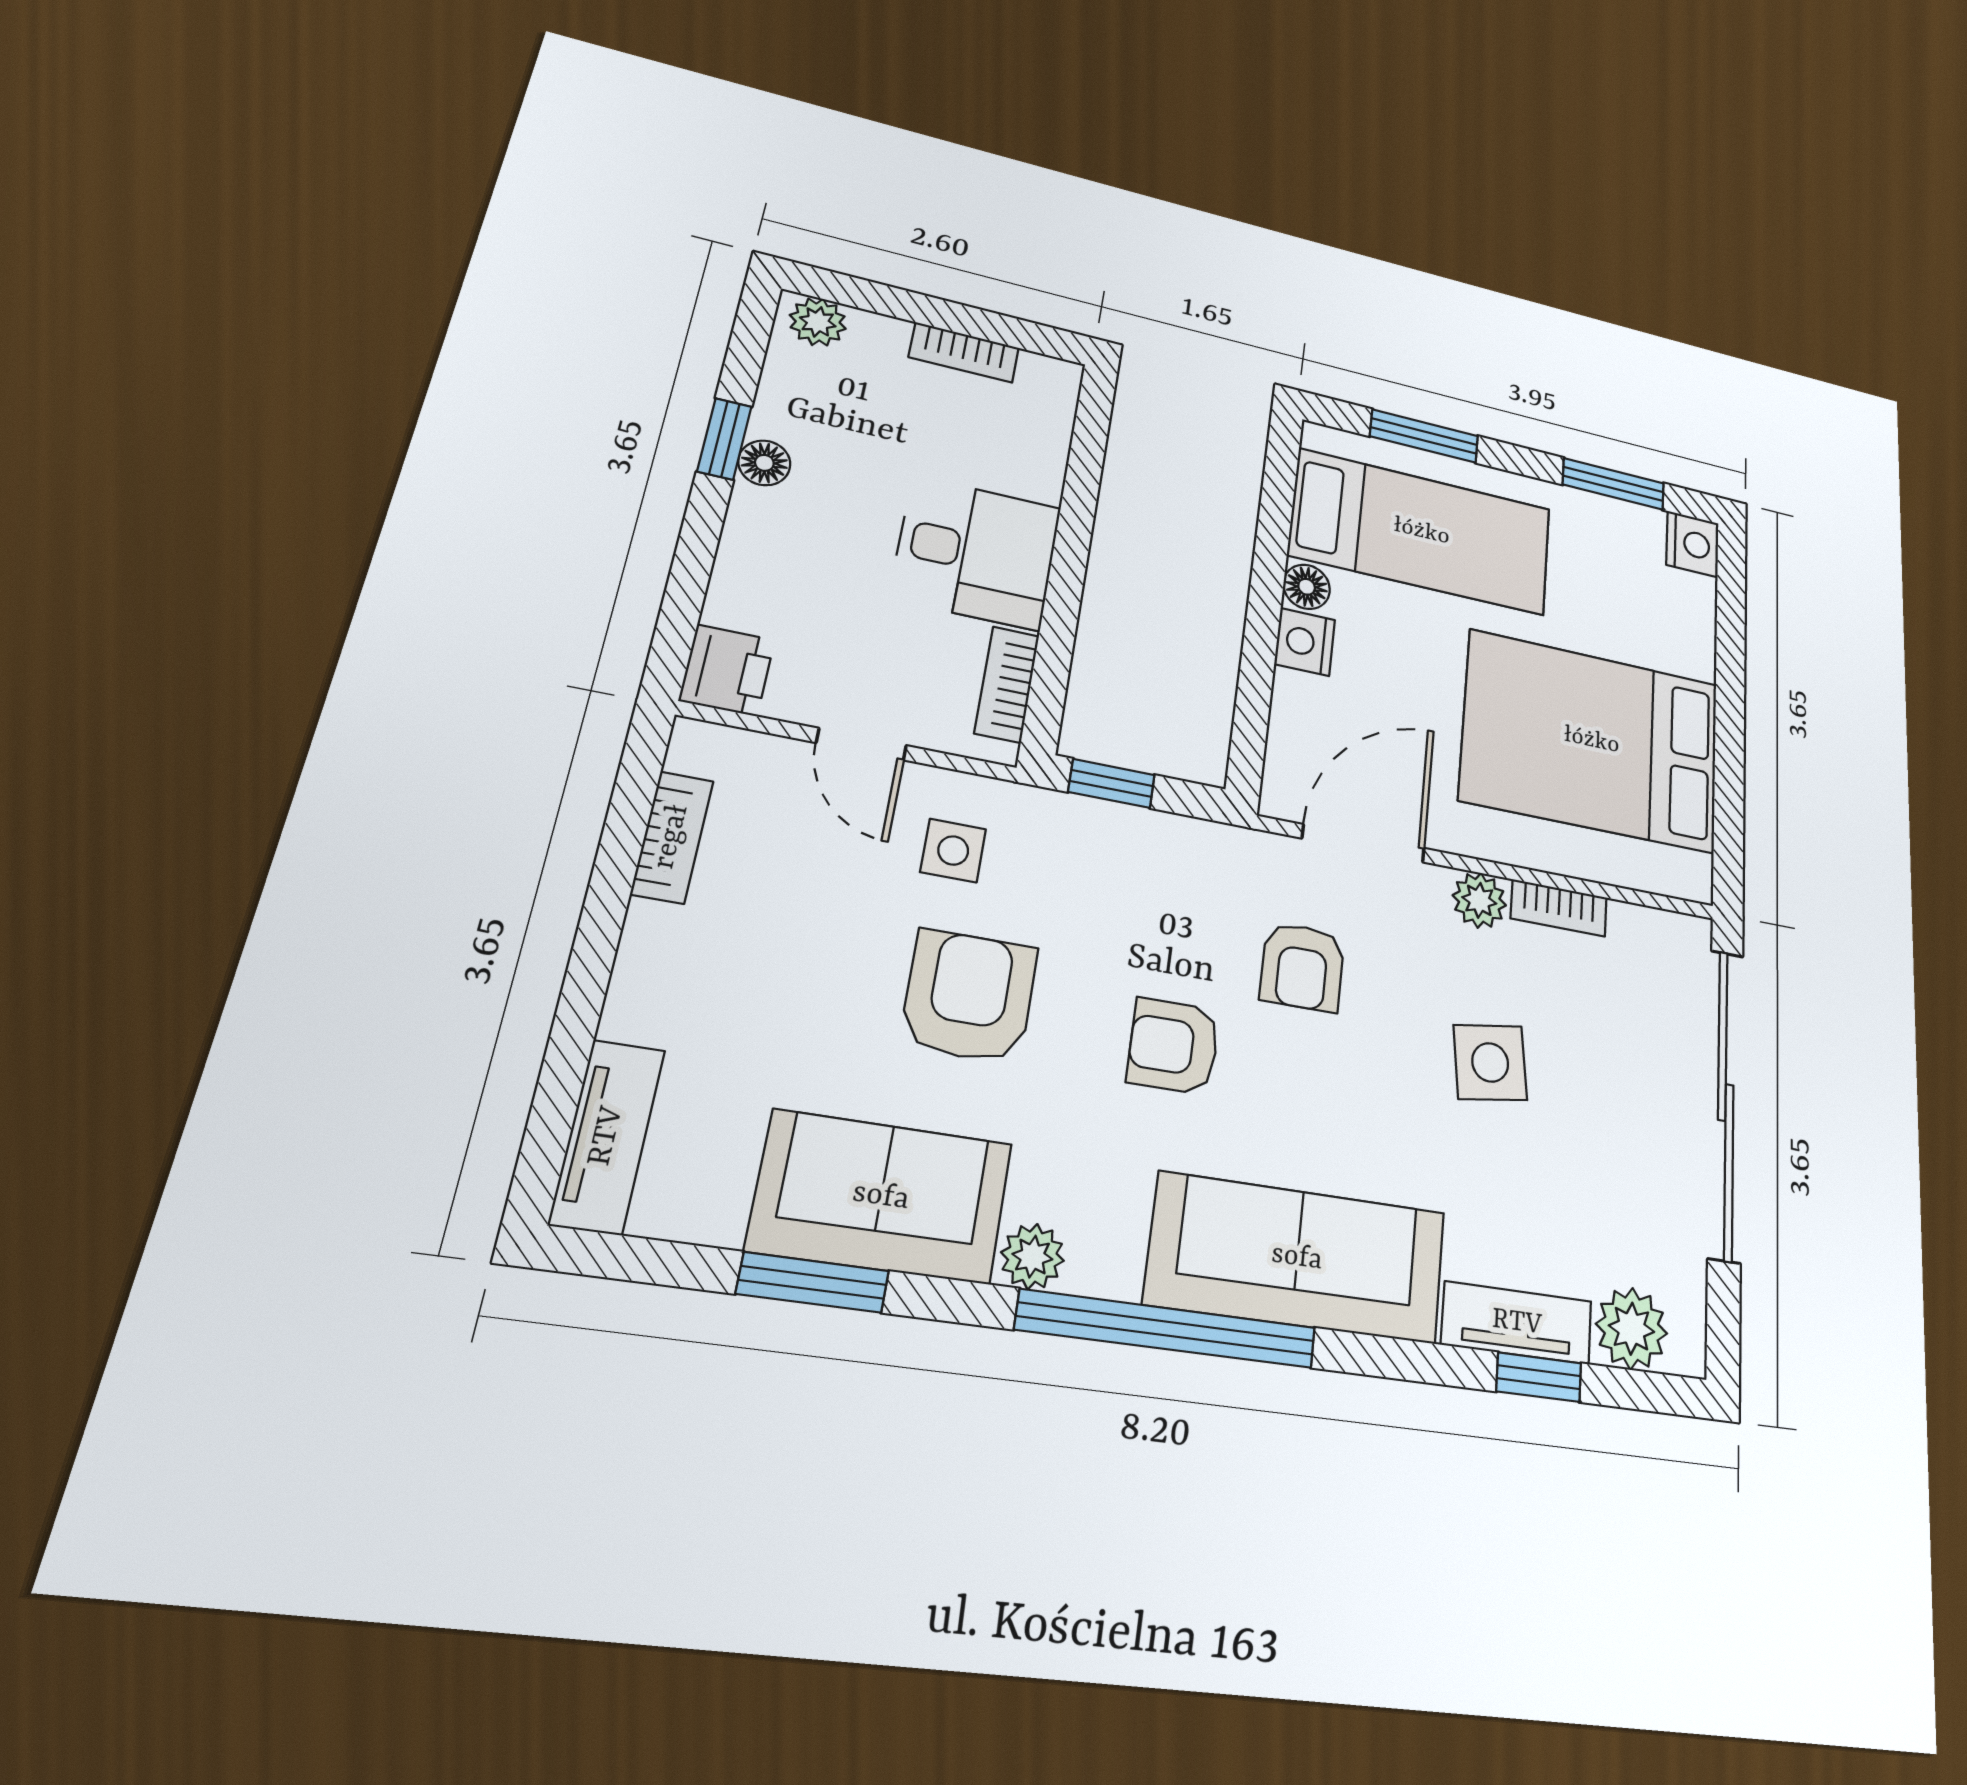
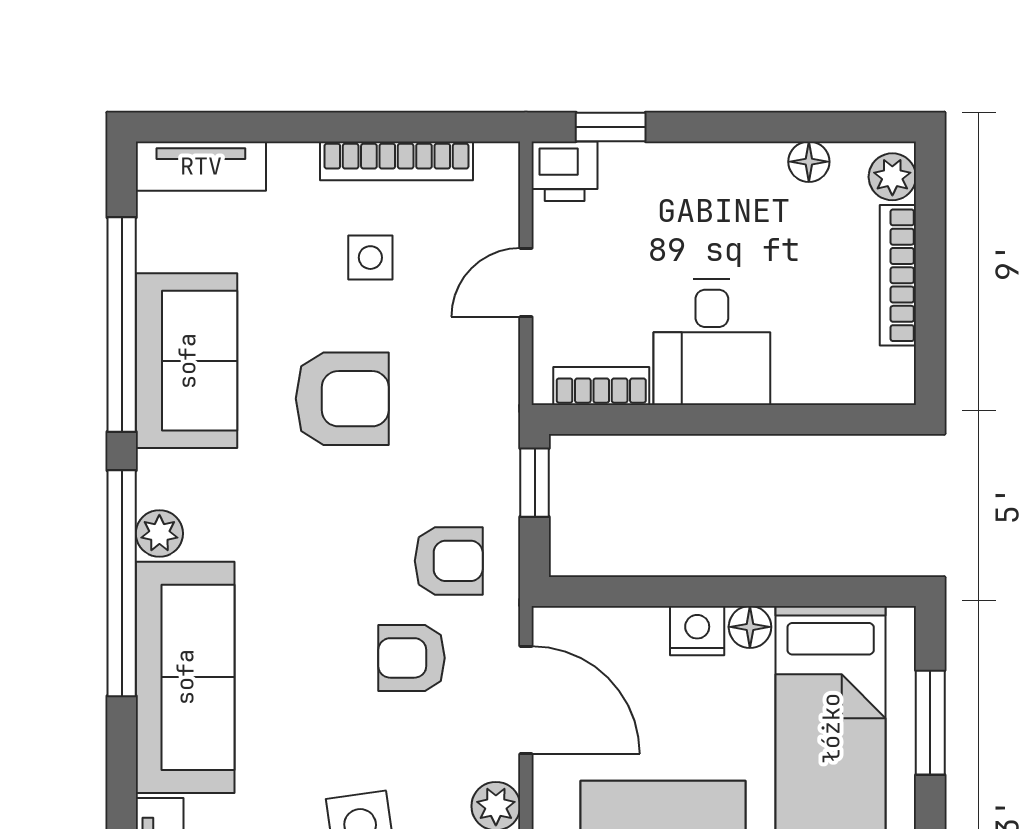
bookcase: (964, 352) -> (898, 275), width x1.56
window: (724, 439) -> (611, 127), moved
floor lamp: (764, 463) -> (809, 162), moved
bookcase: (672, 837) -> (396, 161), width x1.56
side table: (953, 851) -> (370, 258), moved
armchair: (1173, 1046) -> (449, 561), moved, turned 90
plant: (1032, 1257) -> (159, 533), moved
window: (813, 1282) -> (122, 325), width x2.11

